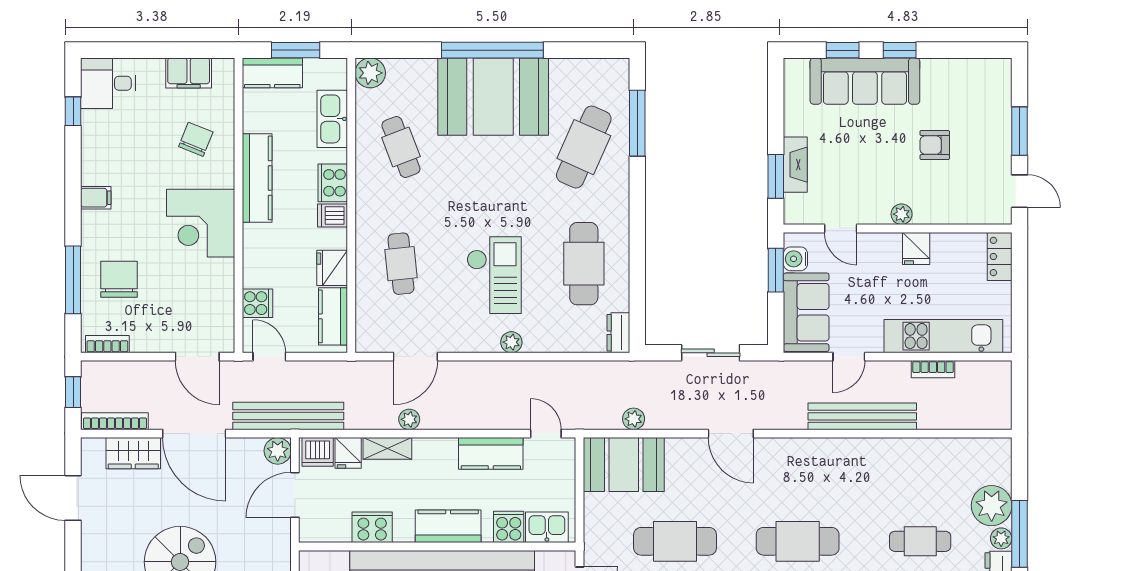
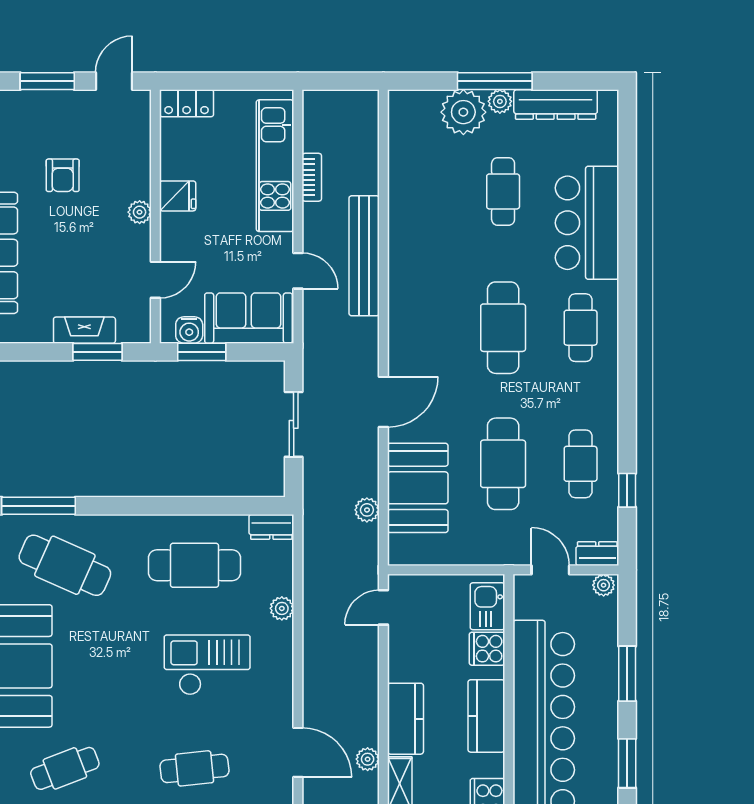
plant: (511, 342) -> (282, 608), moved
kitchen counter: (491, 453) -> (405, 719), moved
booth: (624, 465) -> (418, 488), moved

